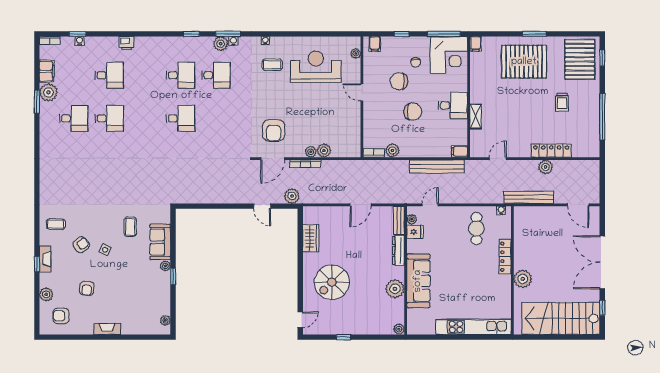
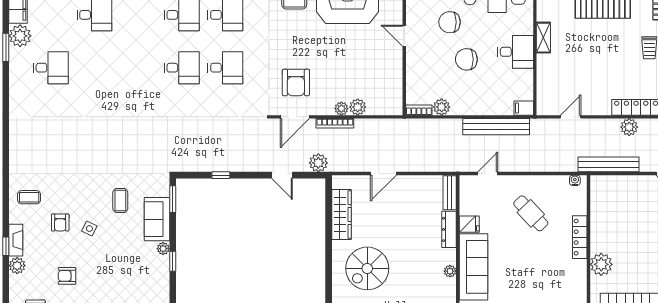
chair: (413, 112) -> (466, 59), turned 180
shelving: (476, 116) -> (543, 38), moved
desk: (109, 118) -> (225, 68), moved
door: (360, 205) -> (383, 174), moved
window: (212, 206) -> (221, 175), added
plant: (412, 219) -> (465, 191), removed
window: (173, 226) -> (173, 199), added
cafe table: (476, 229) -> (531, 213), moved, turned -43
fridge: (415, 232) -> (469, 224), moved
wardrobe: (311, 238) -> (341, 215), width x1.50
armchair: (81, 245) -> (60, 222), turned 128
armchair: (87, 288) -> (67, 276), turned 85
plant: (395, 289) -> (450, 271), width x0.53, depth x0.53
plant: (46, 294) -> (17, 266), moved

